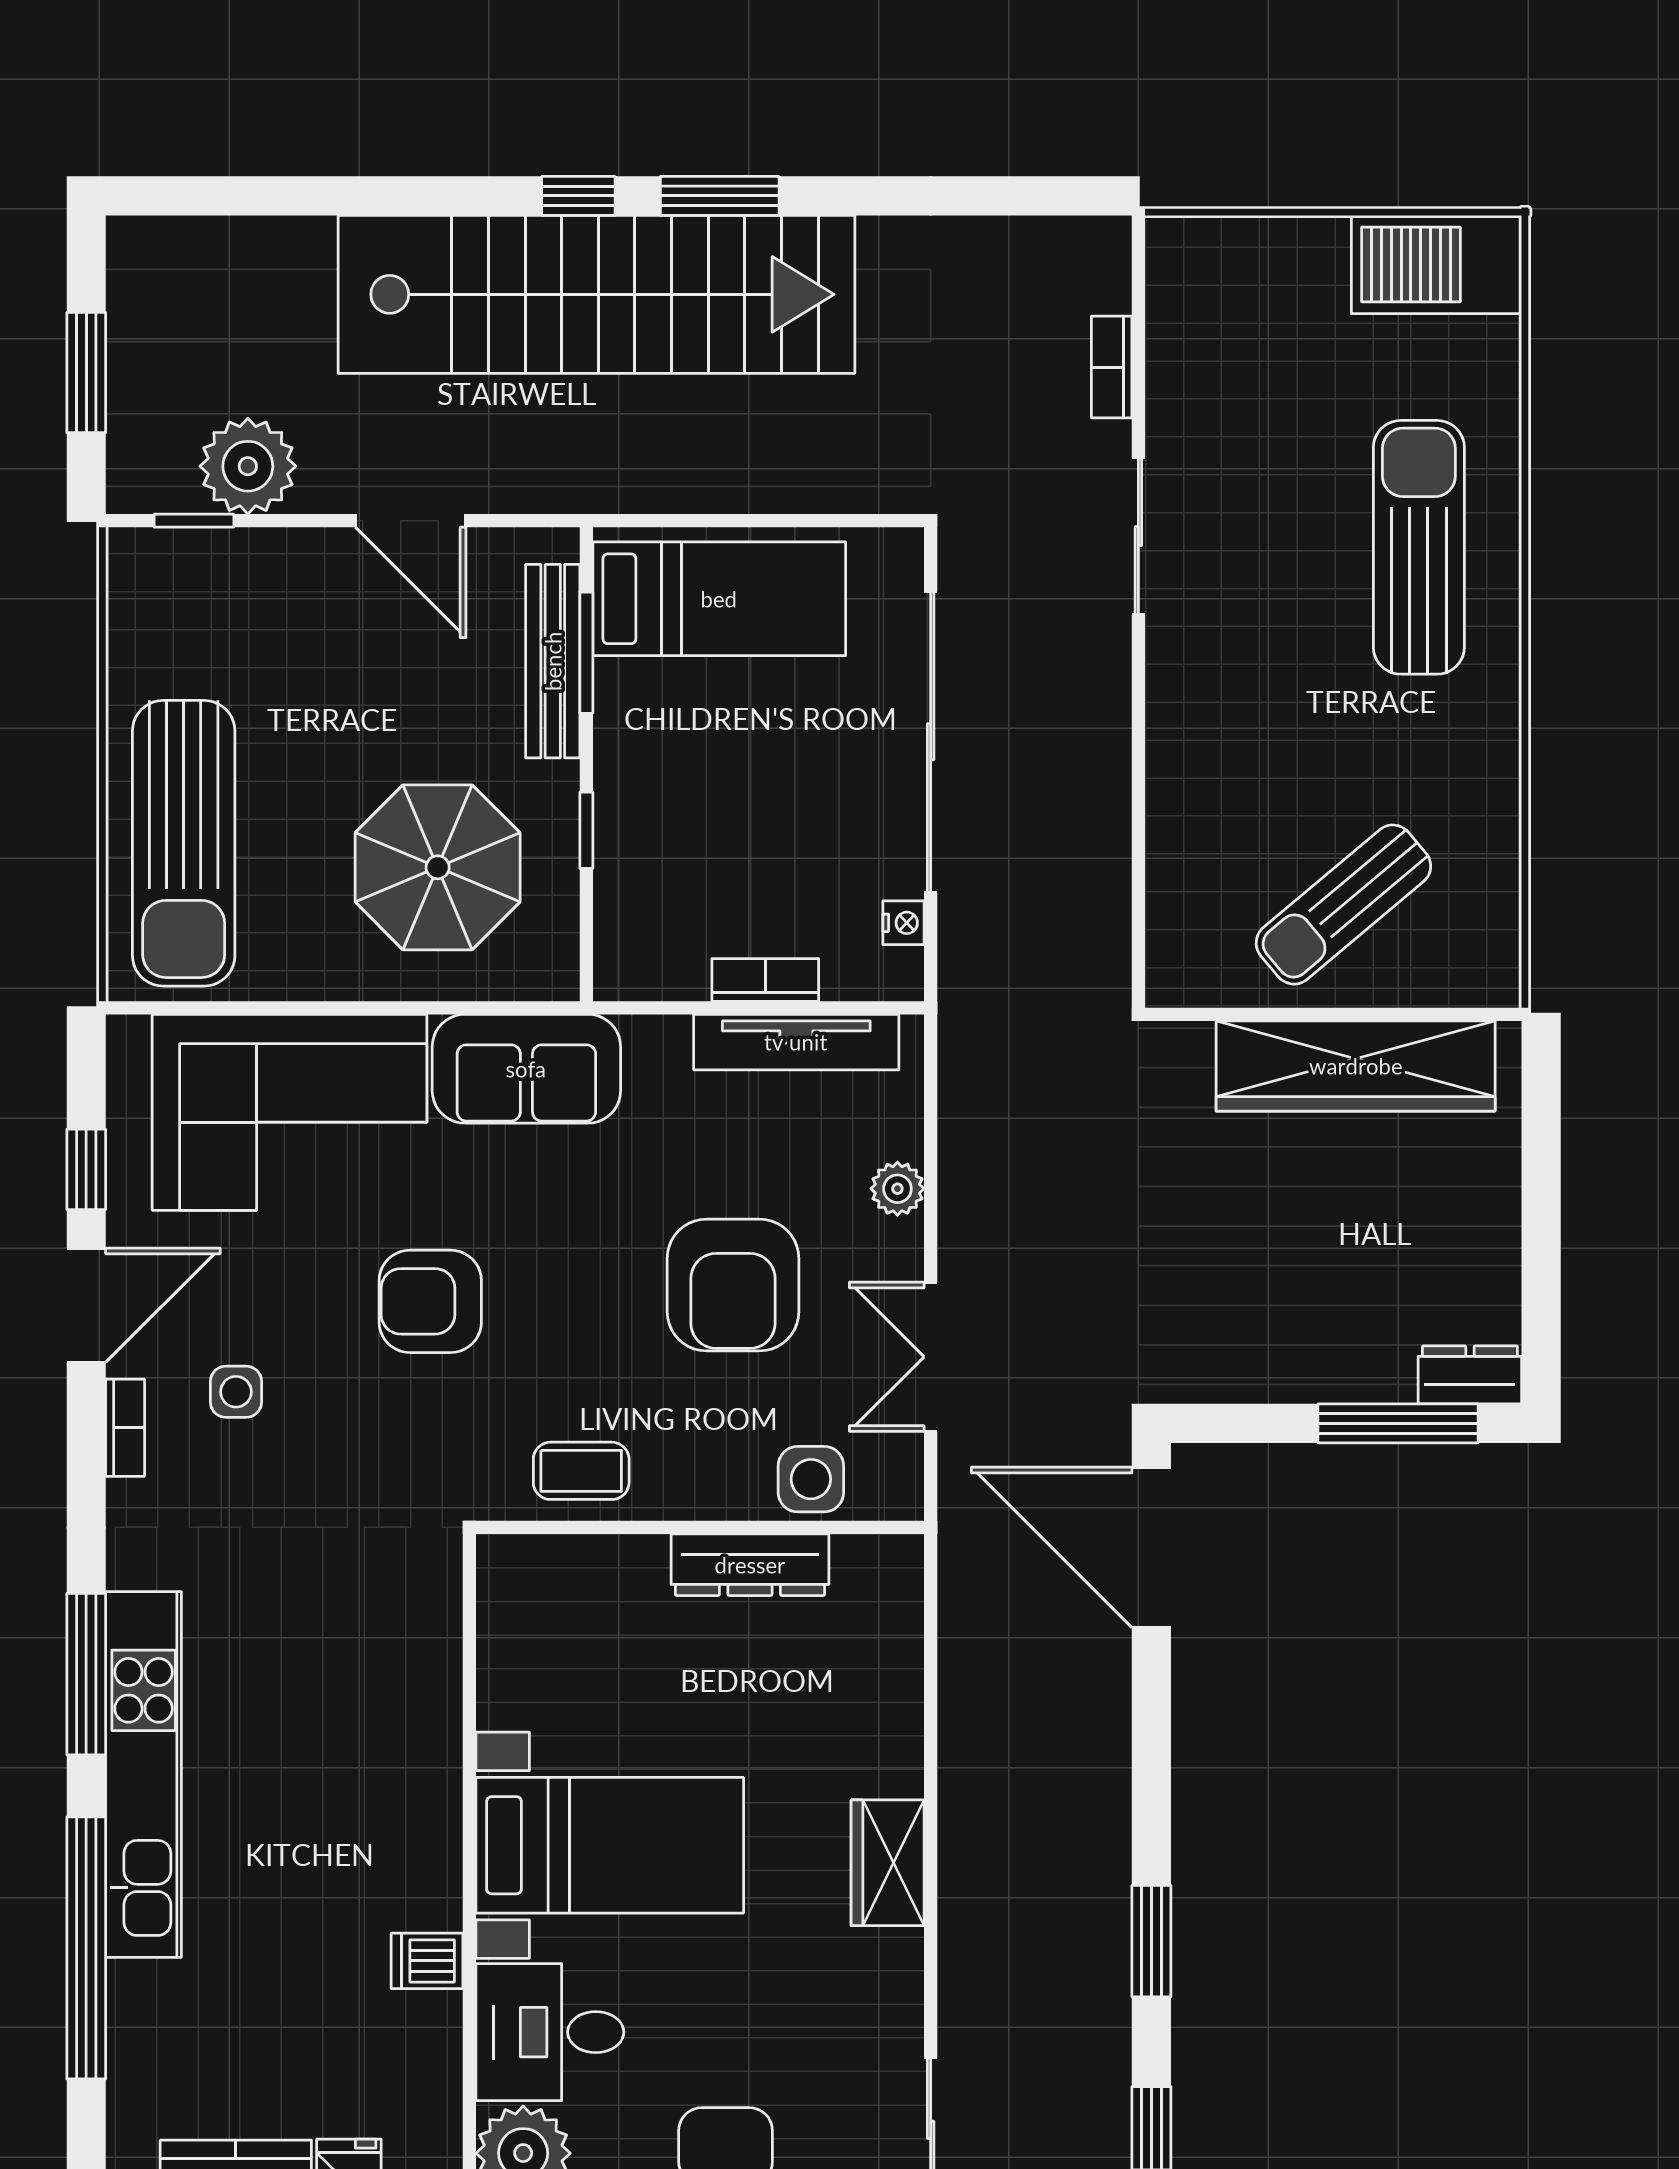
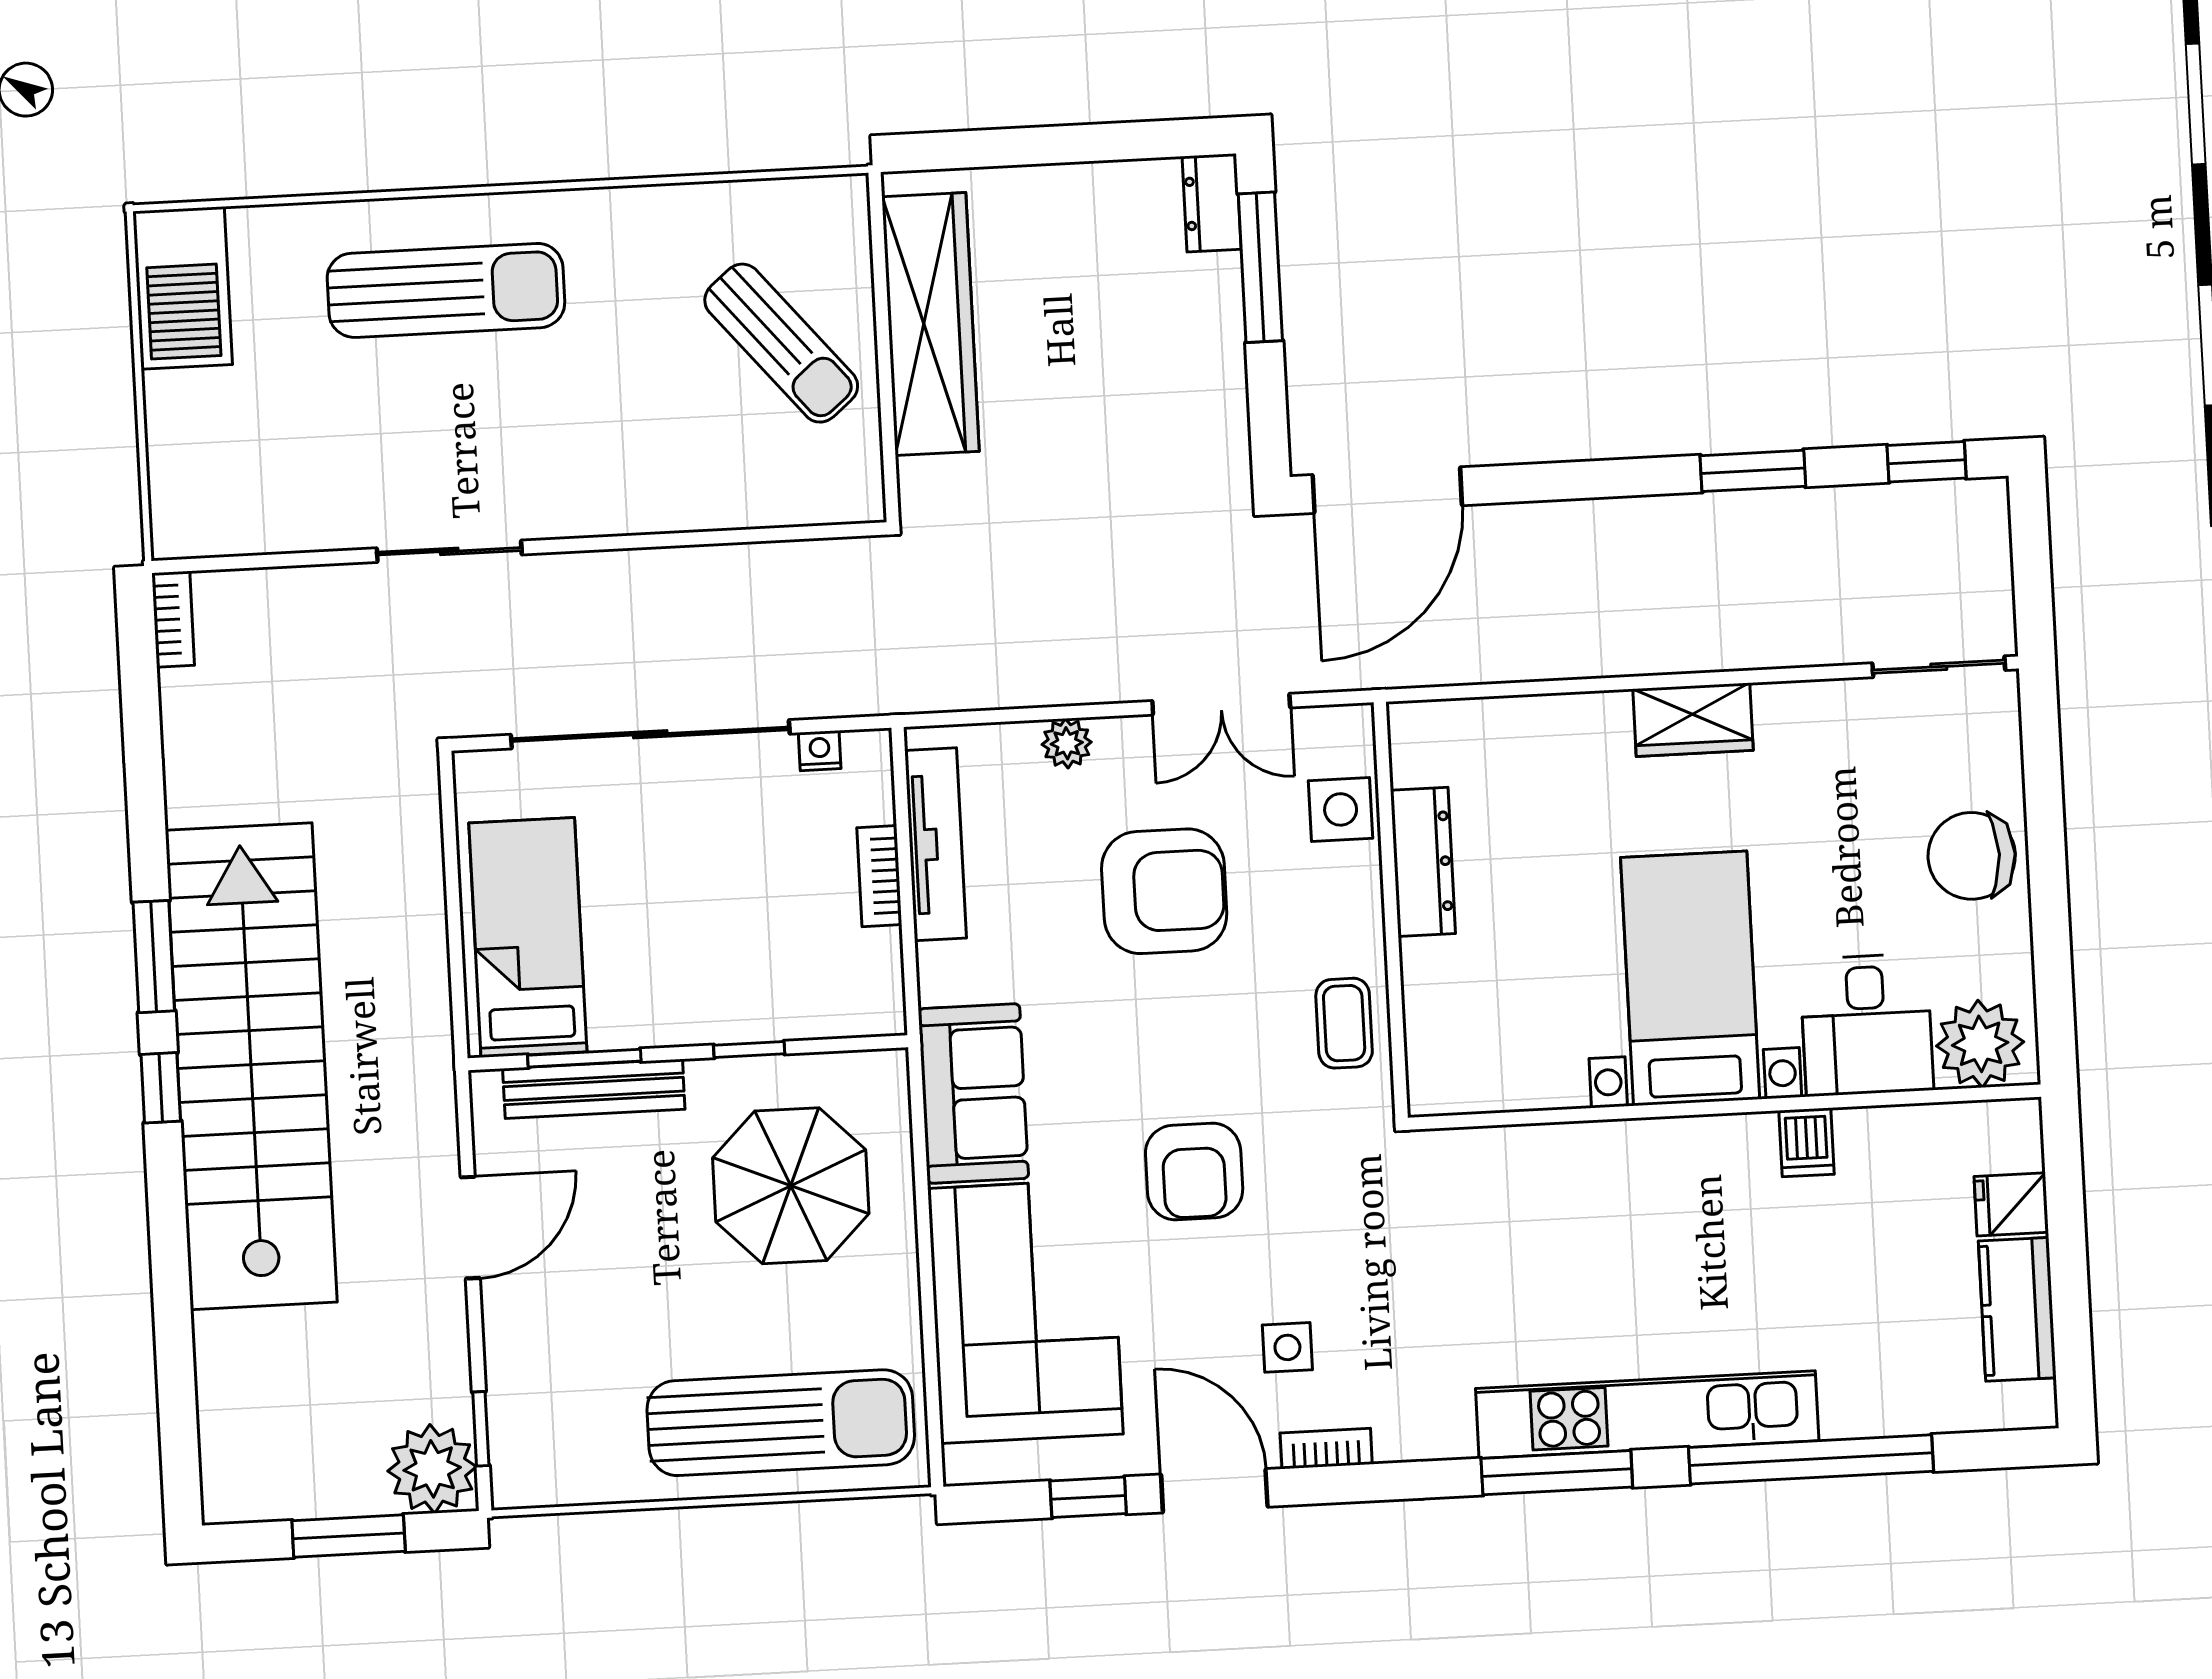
bookcase: (1112, 367) -> (173, 619), moved, turned -90
plant: (248, 466) -> (432, 1469), moved
sun lounger: (1419, 547) -> (446, 290), turned 180

